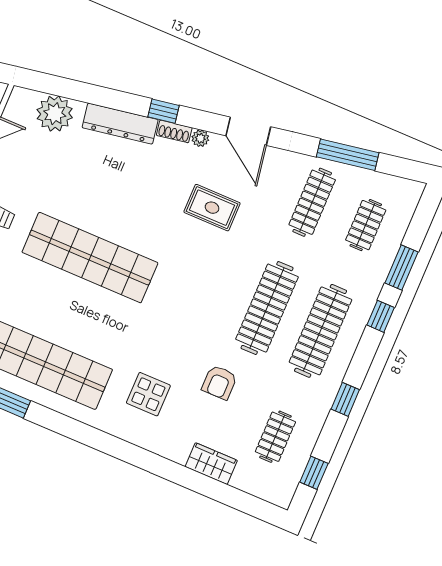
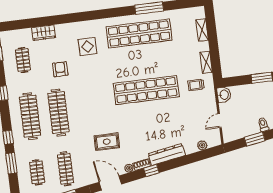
plant: (55, 114) -> (202, 145), width x0.53, depth x0.53

